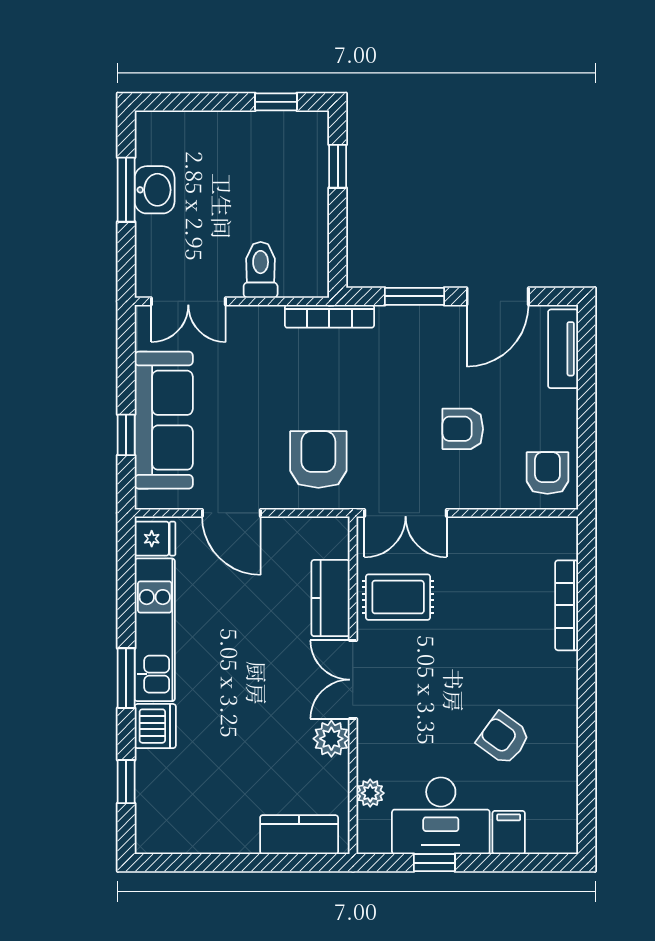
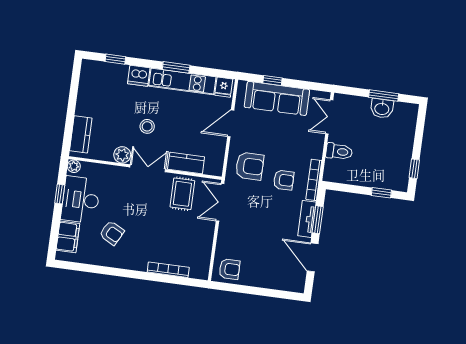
tv unit: (563, 349) -> (307, 219), moved, turned -90
armchair: (463, 429) -> (284, 180), moved, turned 90
window: (126, 678) -> (176, 67), moved
stool: (262, 693) -> (147, 126), added
armchair: (503, 738) -> (112, 233), turned 82
plant: (370, 793) -> (74, 166), moved
filing cabinet: (509, 832) -> (68, 237), width x2.00

